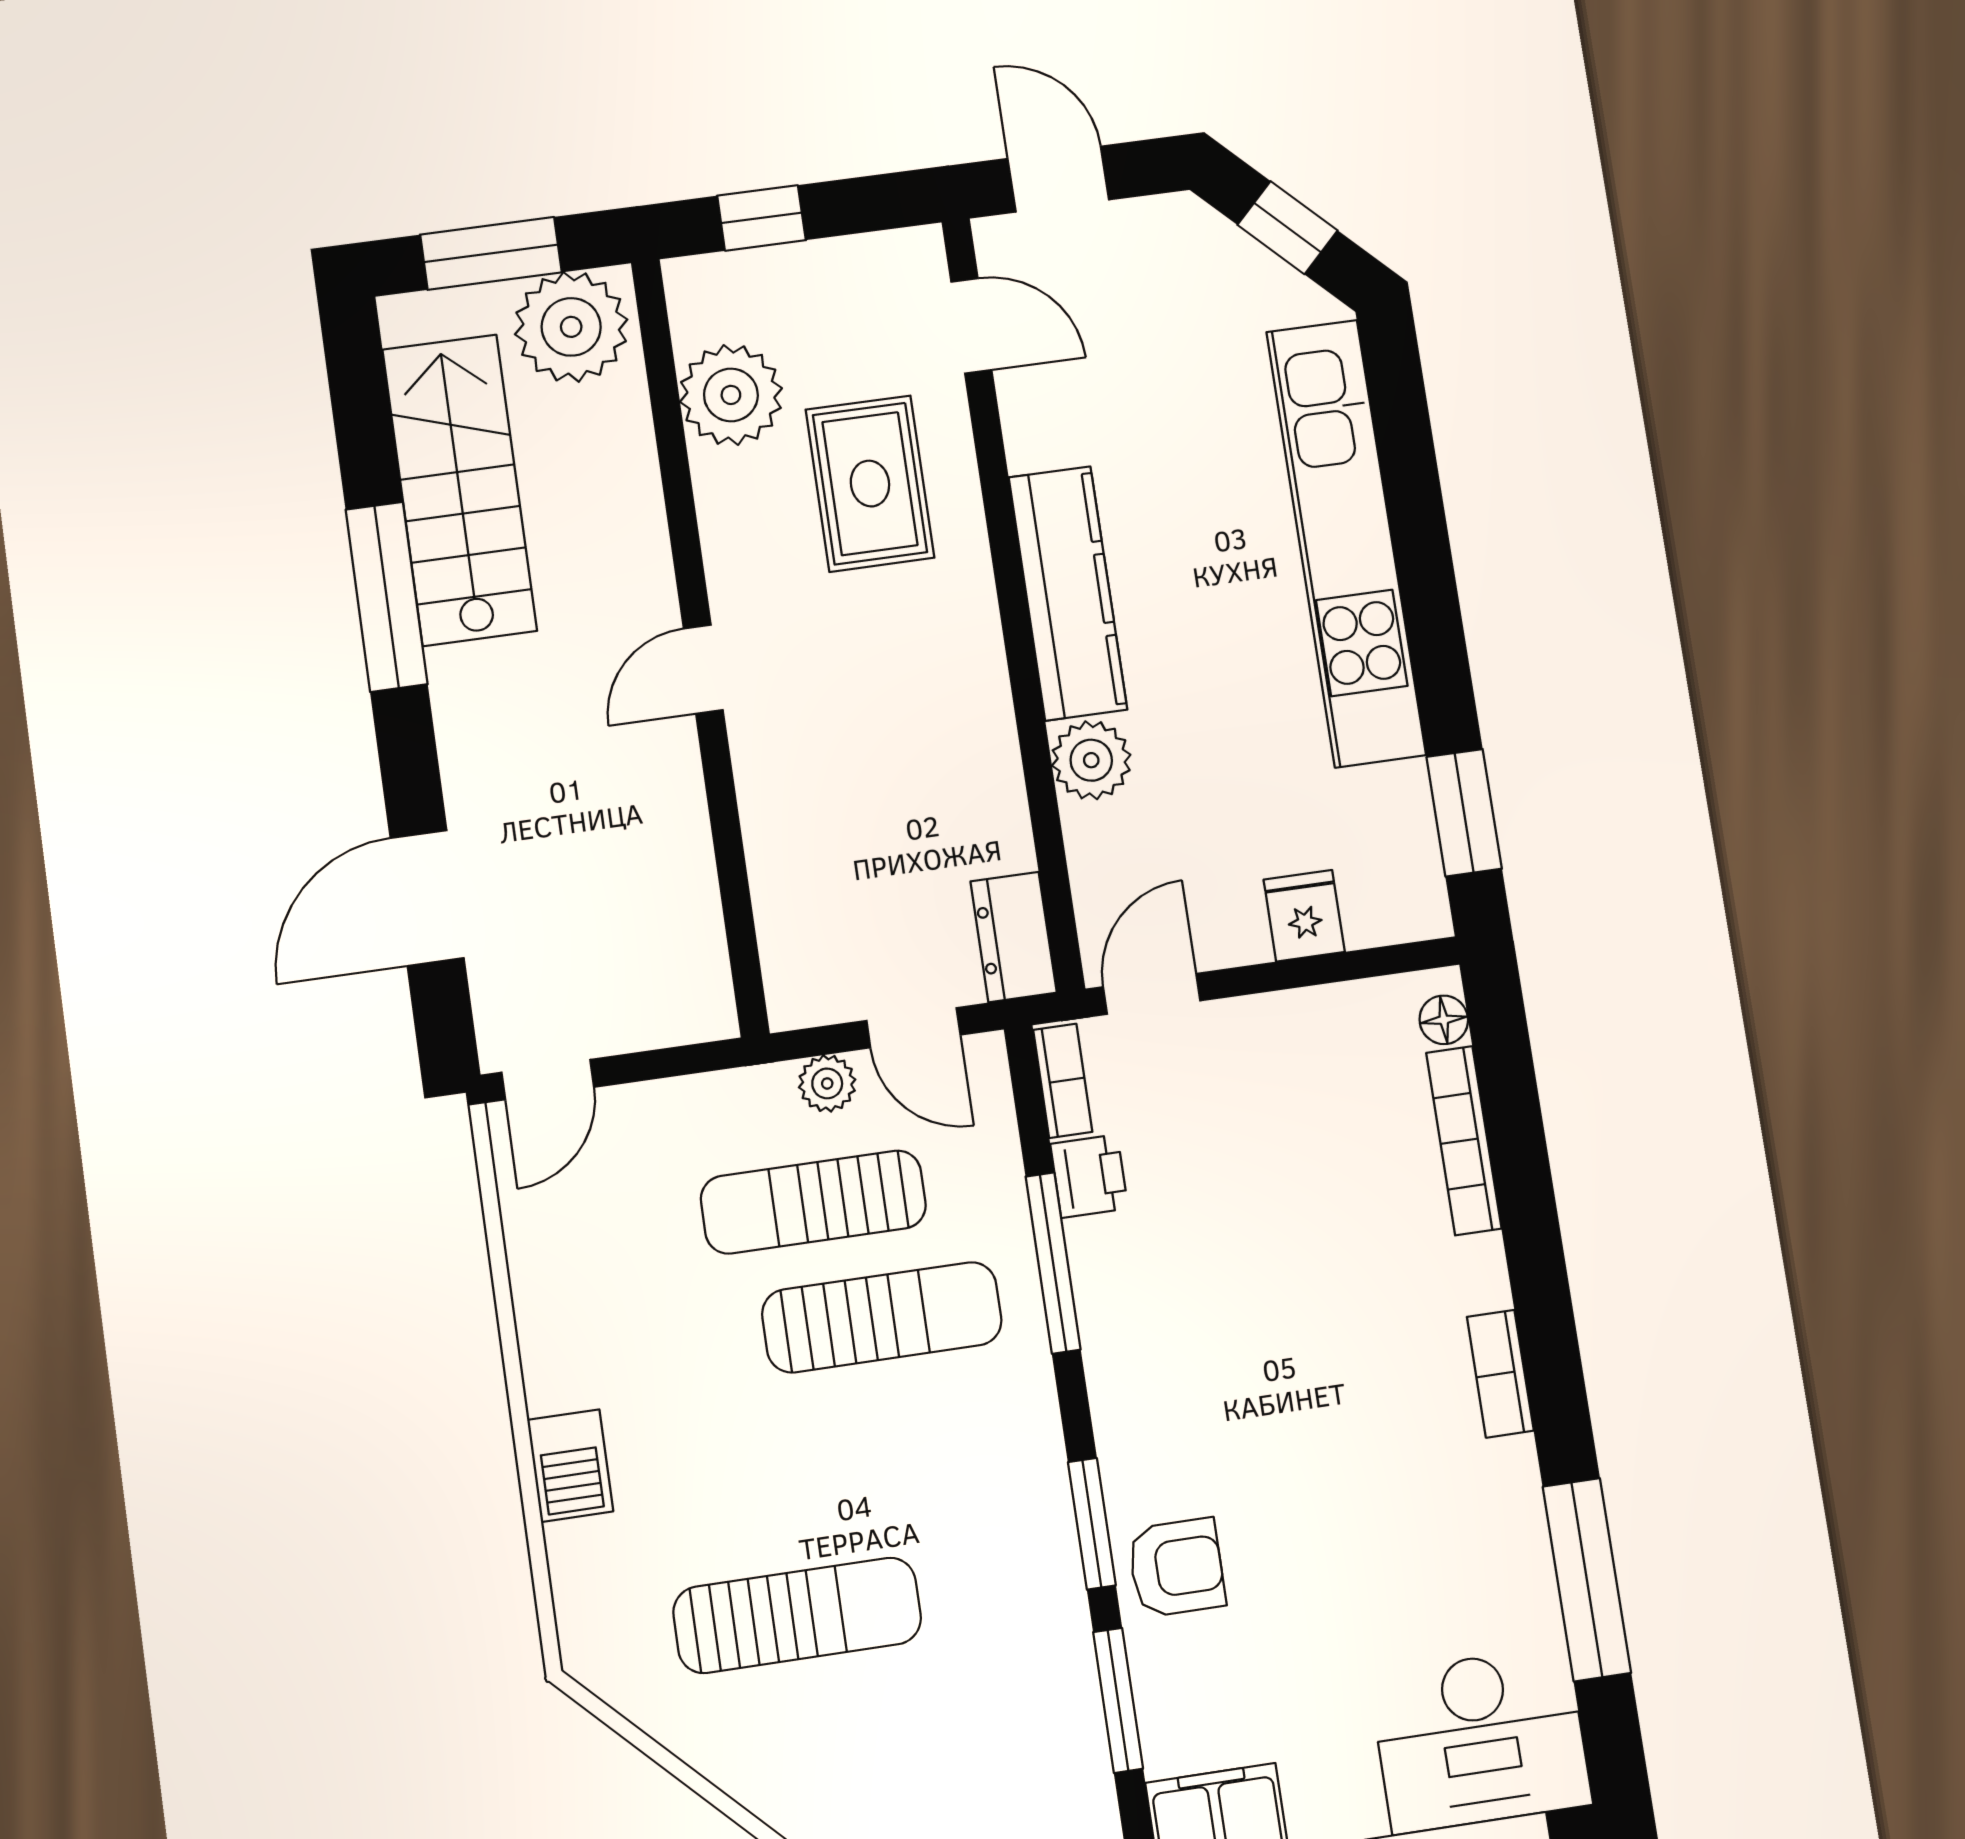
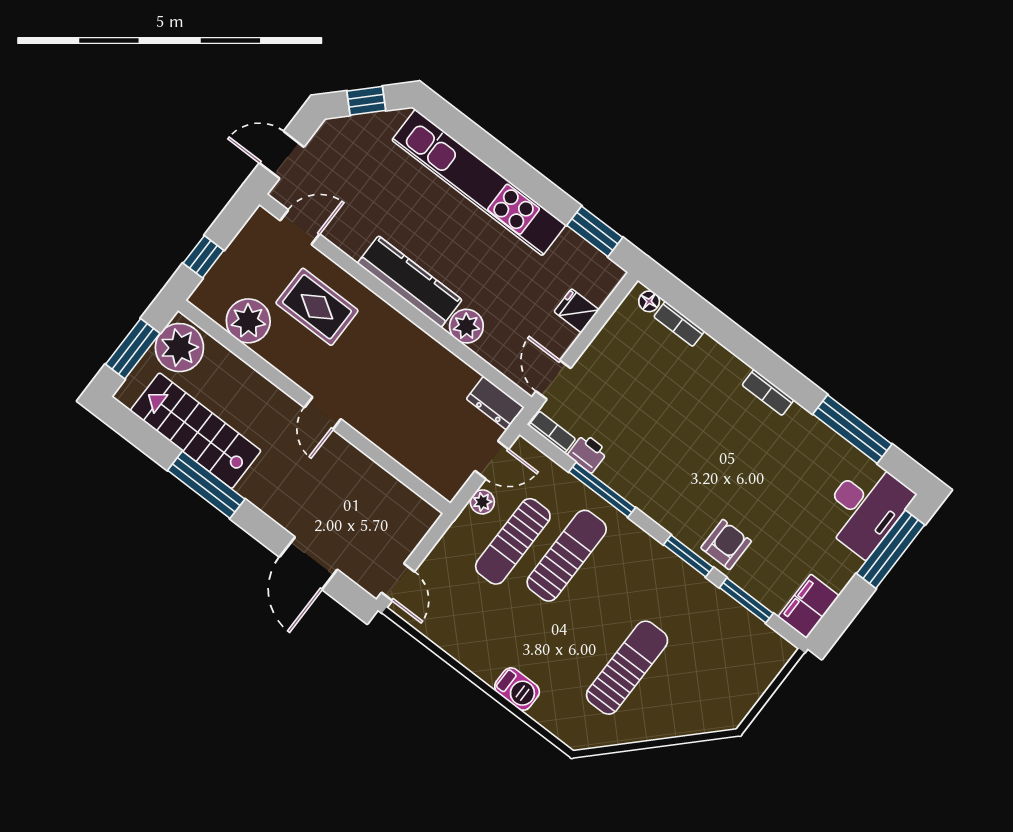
bookcase: (1464, 1141) -> (679, 324), width x0.64

